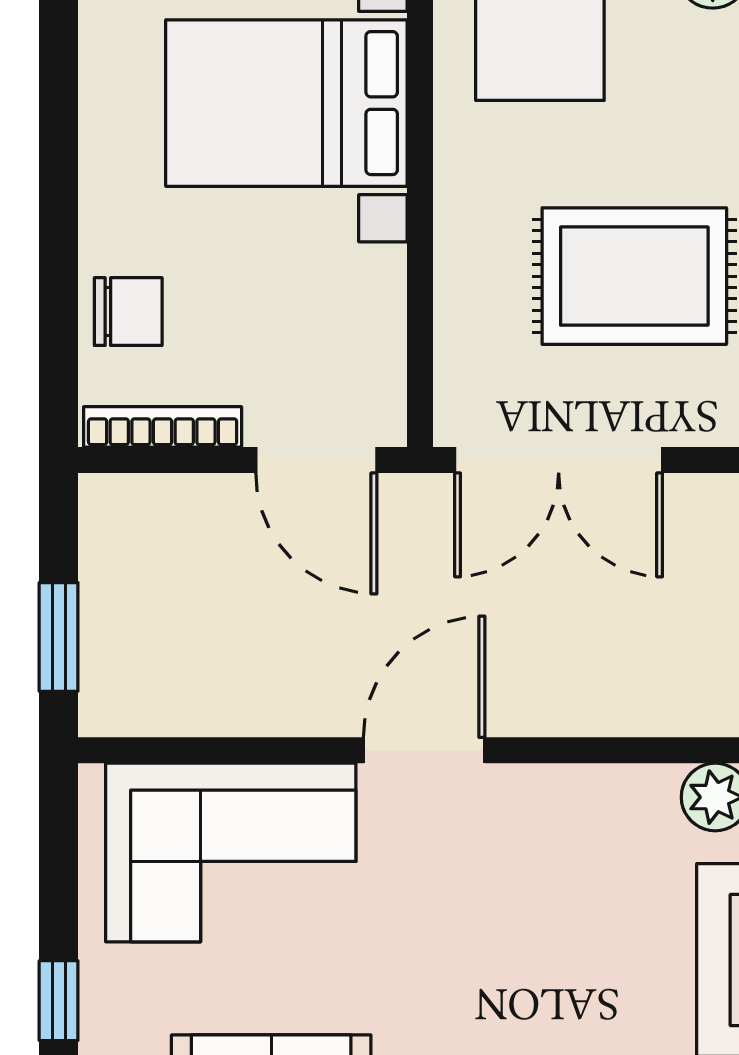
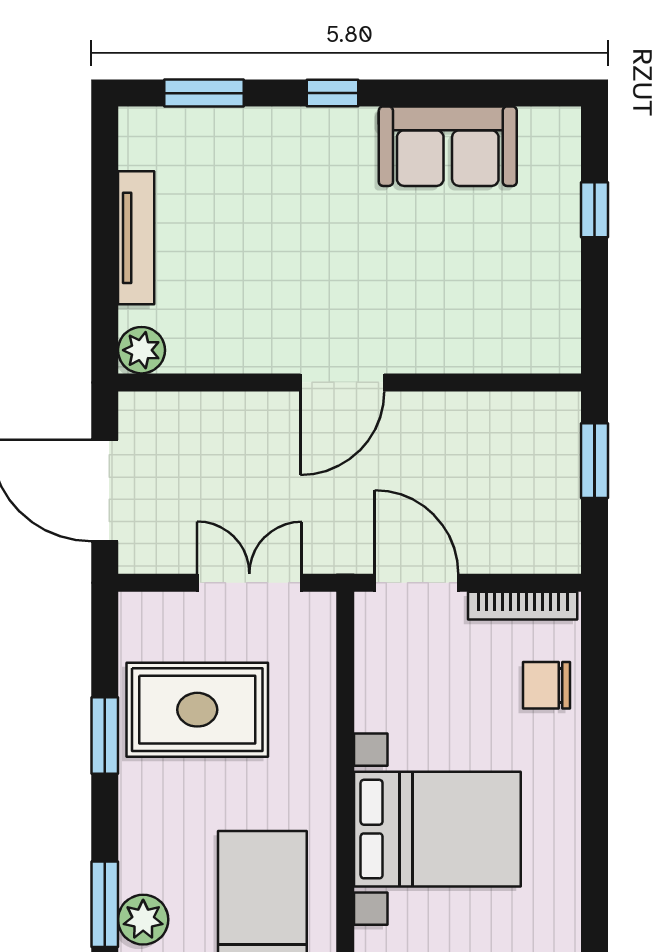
double door: (559, 460) -> (249, 583), width x0.73
corner sofa: (231, 853) -> (476, 312), removed

